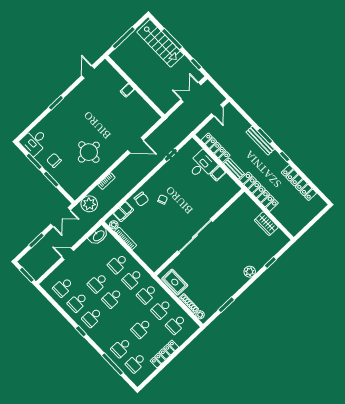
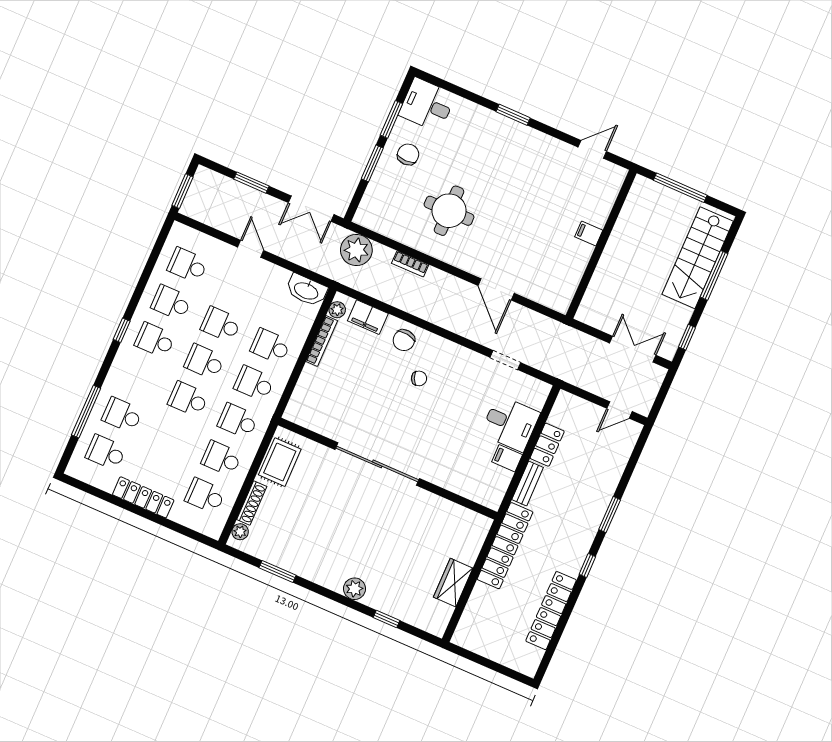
bench: (260, 141) -> (598, 510), removed
locker: (215, 148) -> (547, 445), width x0.66
school desk: (141, 328) -> (188, 399), moved

